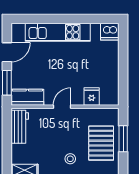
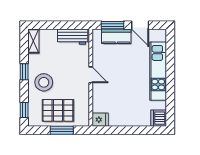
fridge: (92, 96) -> (100, 120), moved
kitchen counter: (27, 97) -> (116, 36), moved, turned 90
stool: (70, 159) -> (44, 82), width x1.89, depth x1.89

